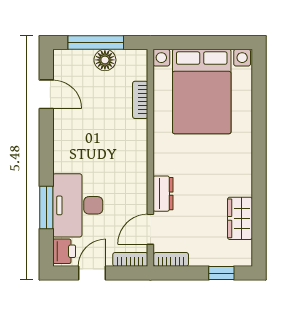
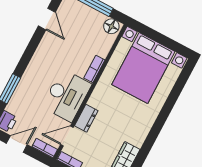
floor lamp: (105, 60) -> (111, 26), moved
bookcase: (140, 100) -> (94, 69), moved
desk: (78, 205) -> (67, 95), moved, turned 180

